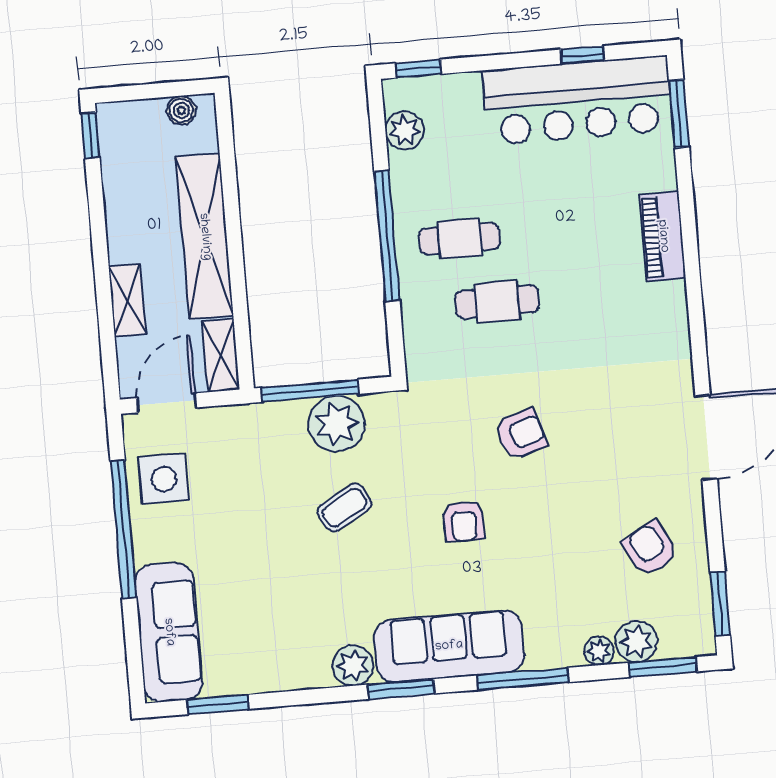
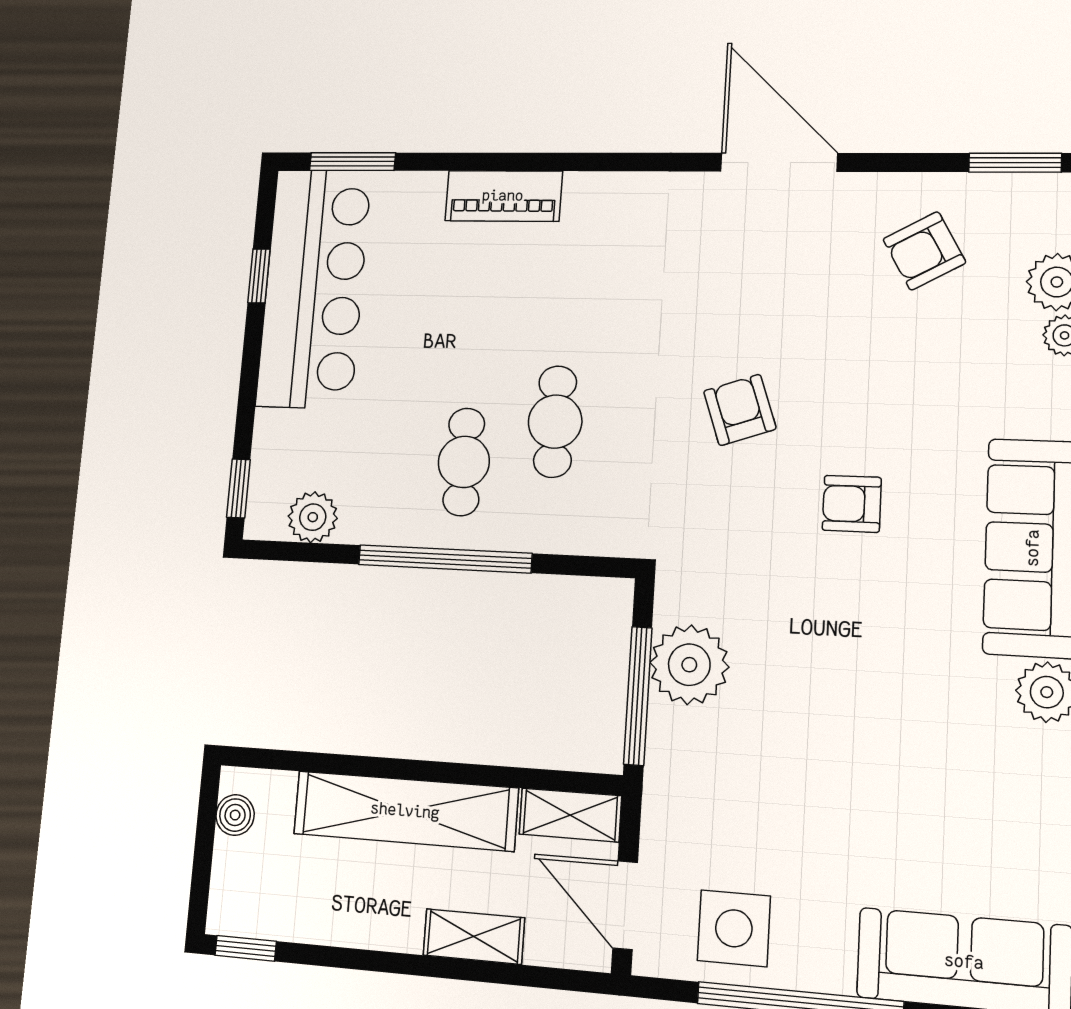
coffee table: (344, 507) -> (810, 671), removed
armchair: (464, 521) -> (852, 504), turned 180

